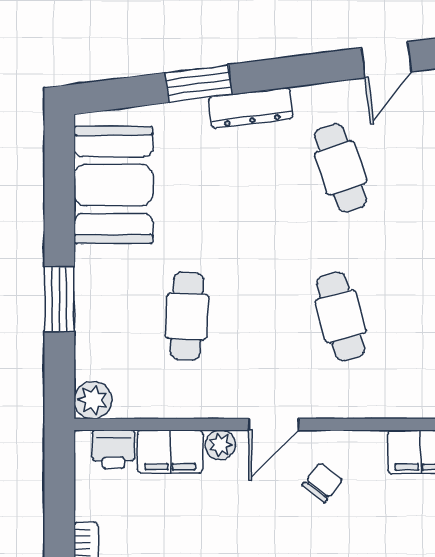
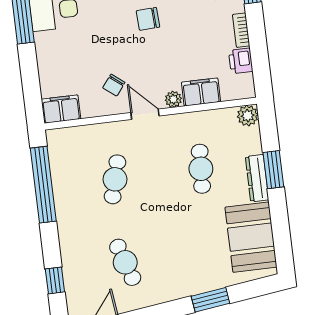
dresser: (251, 108) -> (257, 178), moved, turned -83
cafe table: (341, 316) -> (115, 179), turned 30
door: (274, 424) -> (145, 114), hinge flipped
printer: (113, 449) -> (241, 61), moved, turned -90

